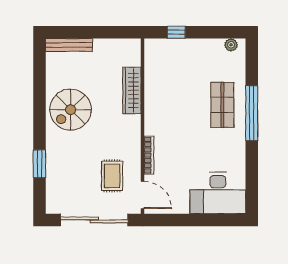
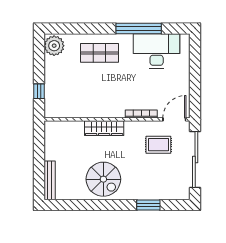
plant: (231, 45) -> (54, 46), width x1.87, depth x1.87
wardrobe: (132, 91) -> (104, 128), moved
window: (252, 113) -> (139, 29), moved
desk: (218, 193) -> (157, 51), moved, turned -90

